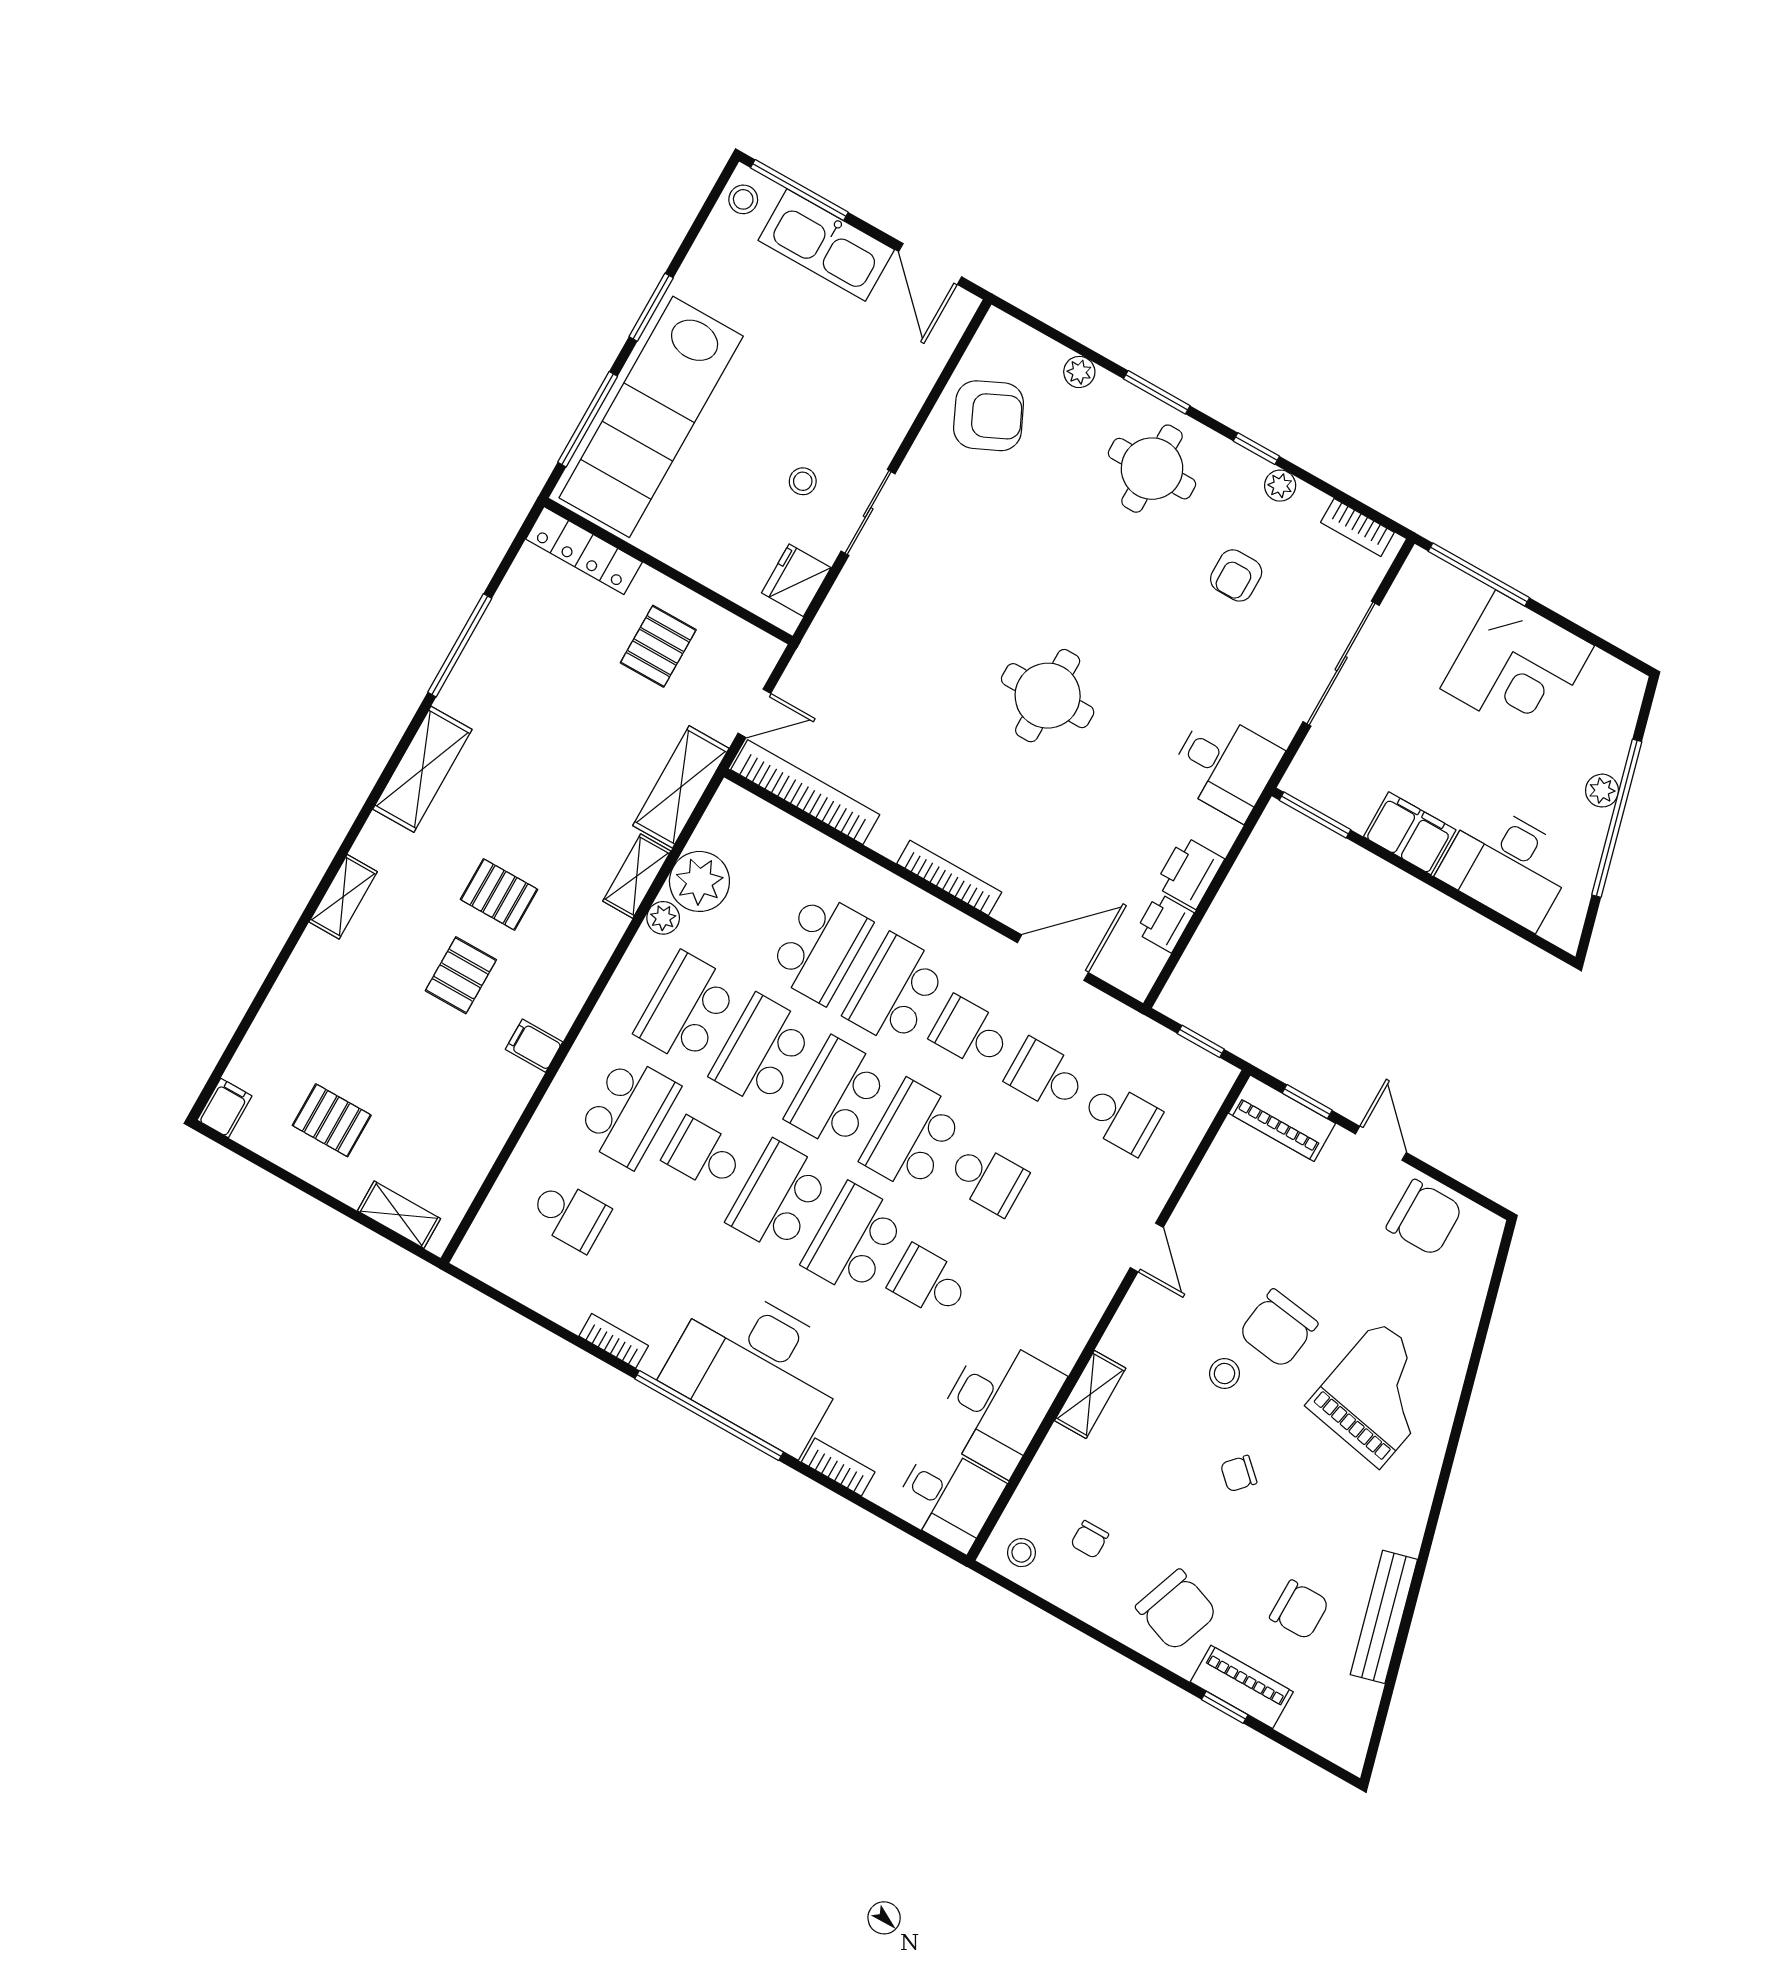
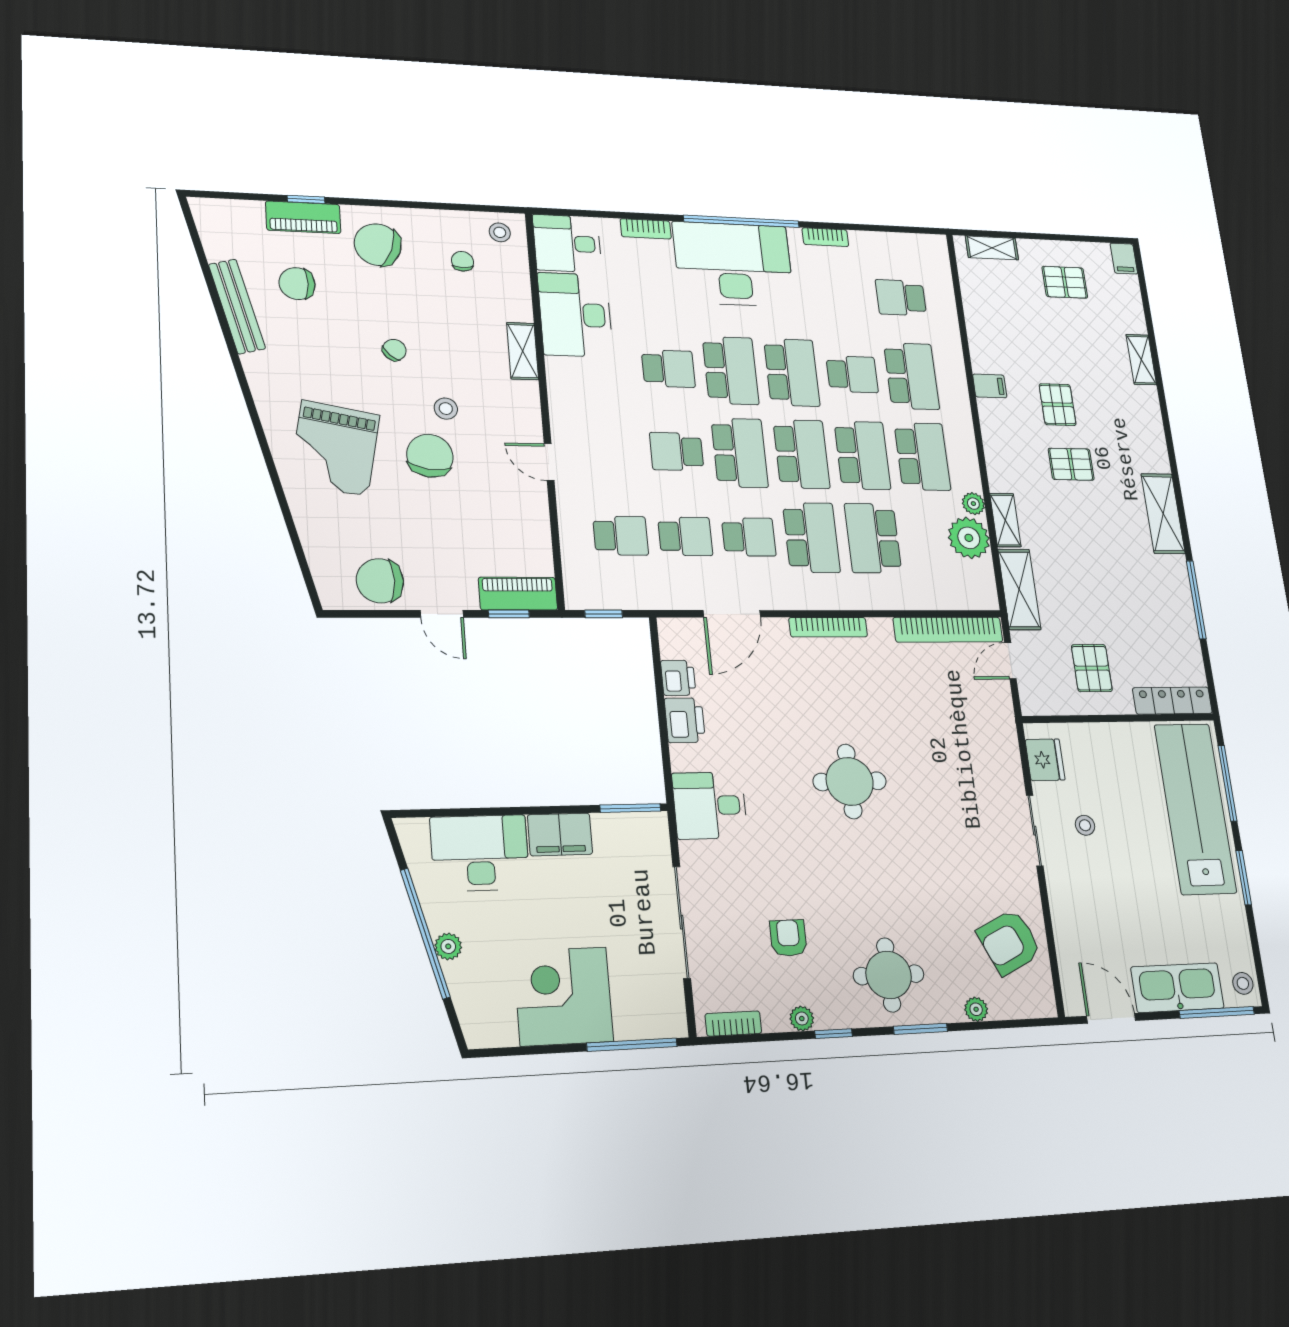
shelving: (343, 897) -> (1141, 360), moved
school desk: (628, 1112) -> (912, 376), turned 180
school desk: (1121, 1118) -> (621, 536), turned 180

